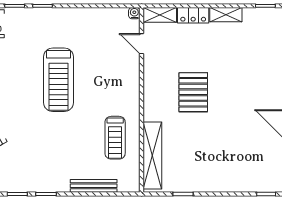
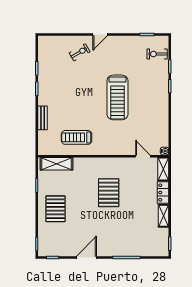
door: (142, 44) -> (143, 156), hinge flipped
treadmill: (58, 80) -> (117, 97), turned -90
pallet: (193, 92) -> (109, 193), turned 90
shelving: (152, 155) -> (56, 164), width x0.68
pallet: (216, 168) -> (55, 209), added
bench: (94, 186) -> (43, 118), width x0.73

